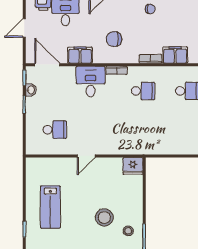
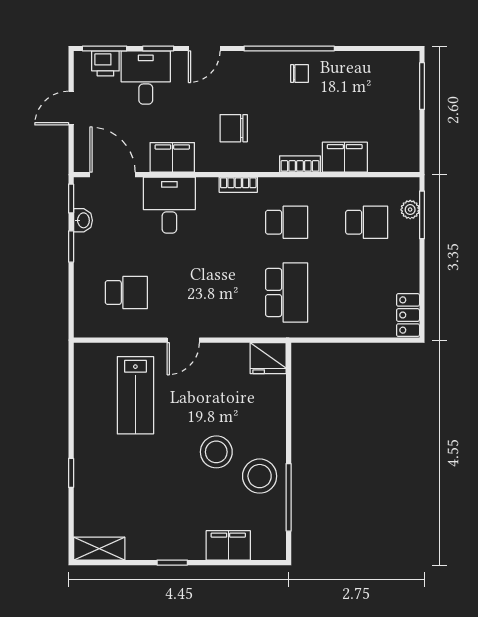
desk: (91, 81) -> (169, 205), moved
school desk: (143, 130) -> (287, 293), added
lab bench: (50, 207) -> (135, 395), moved
stool: (128, 231) -> (260, 476), width x1.89, depth x1.89

